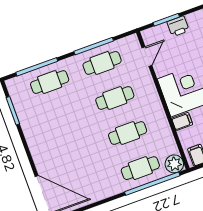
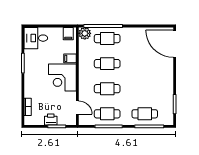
door: (147, 57) -> (77, 108), swing flipped

